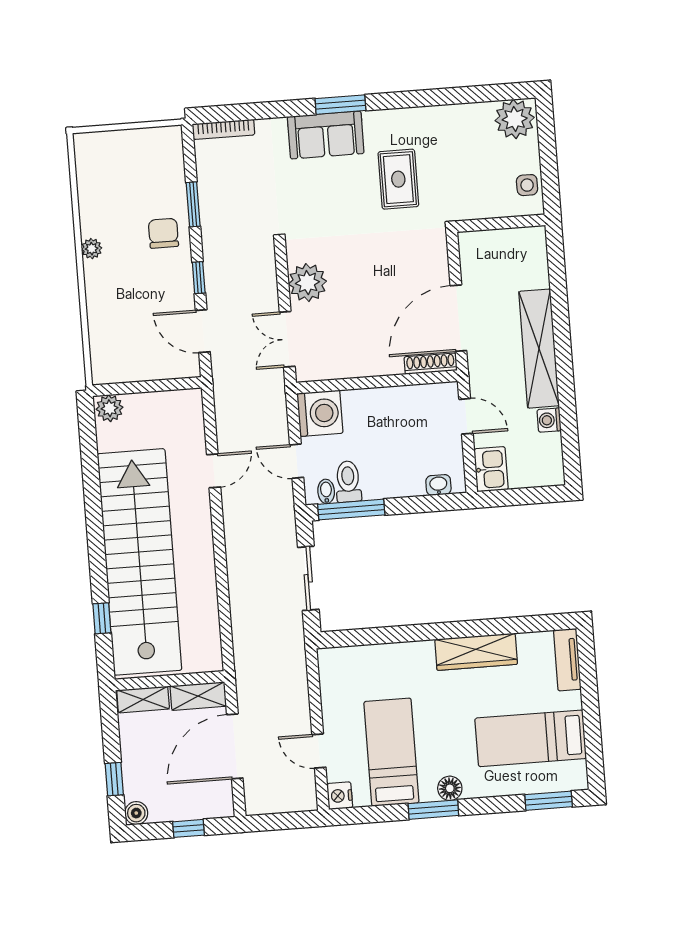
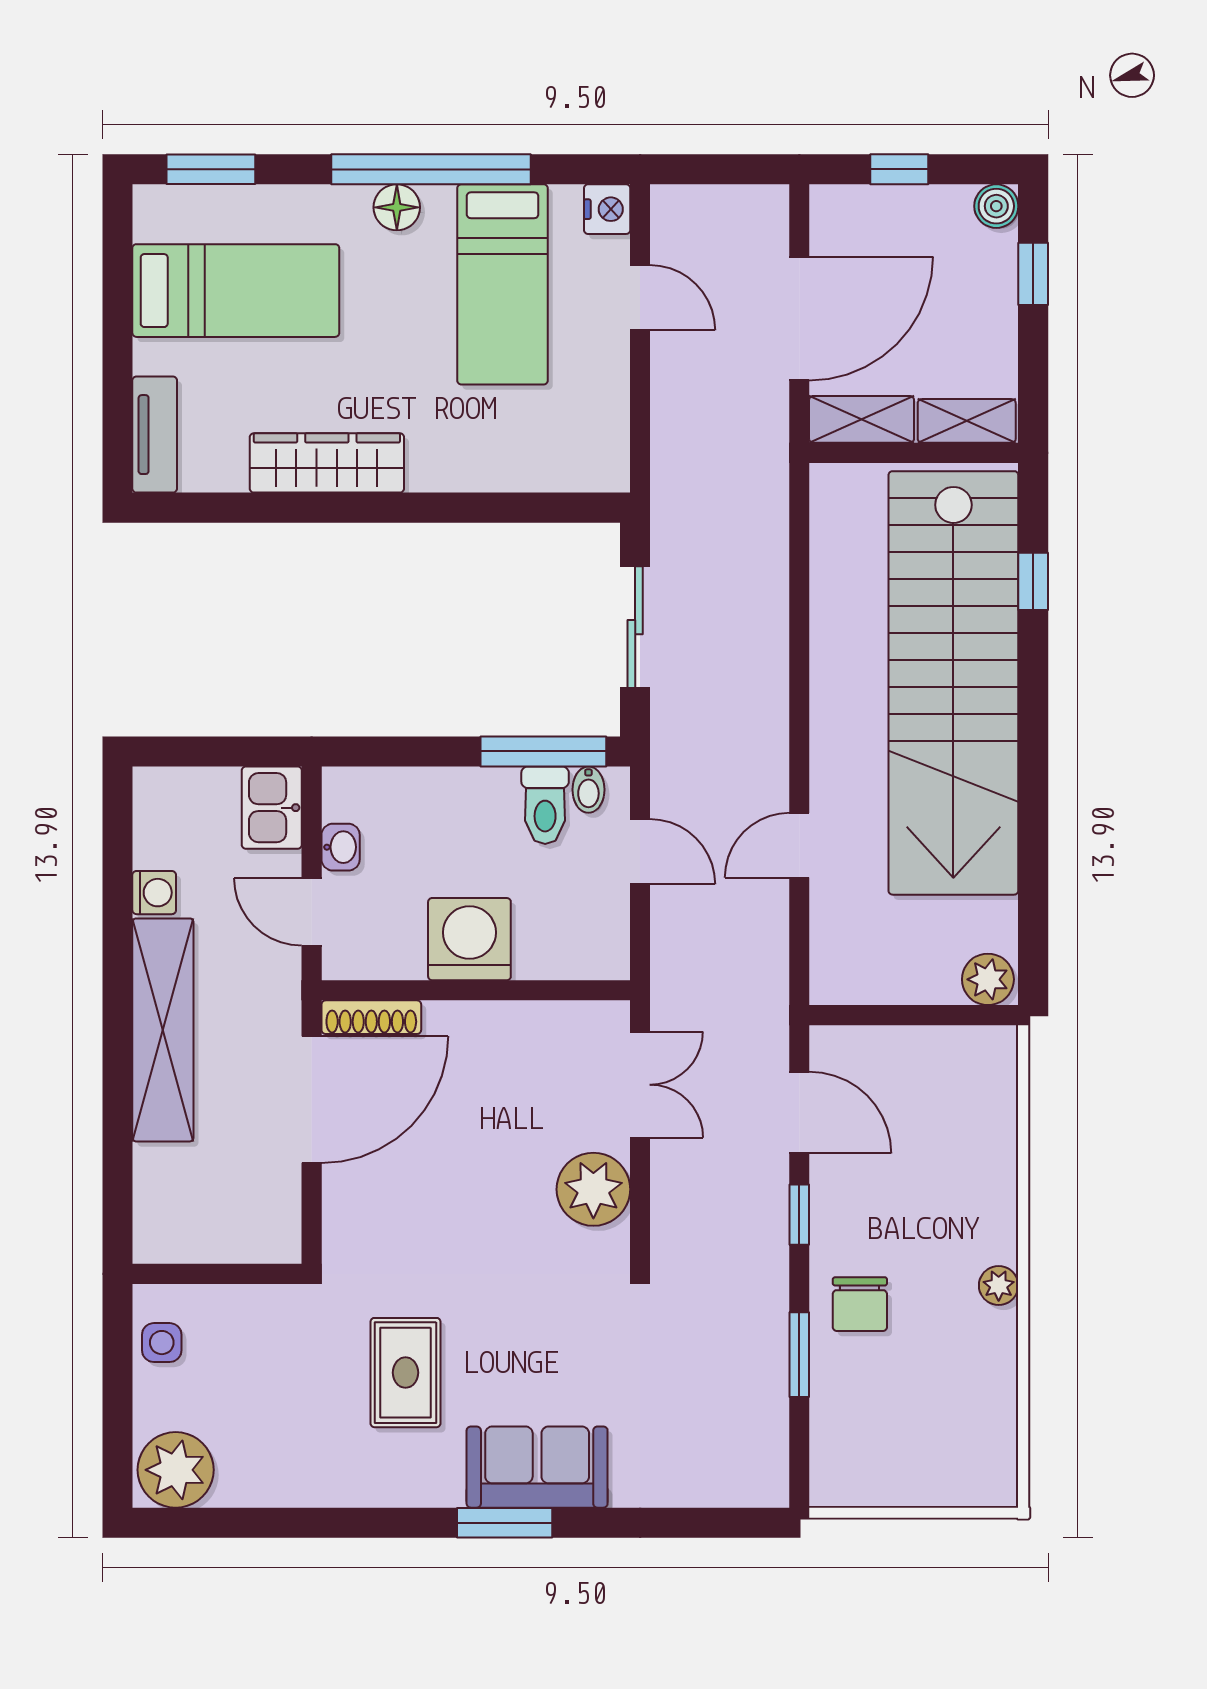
bookcase: (224, 129) -> (730, 1493), removed
washing machine: (320, 413) -> (469, 939), moved, turned 90
washbasin: (438, 485) -> (341, 847), moved, turned -90
window: (433, 810) -> (431, 169), width x2.11

